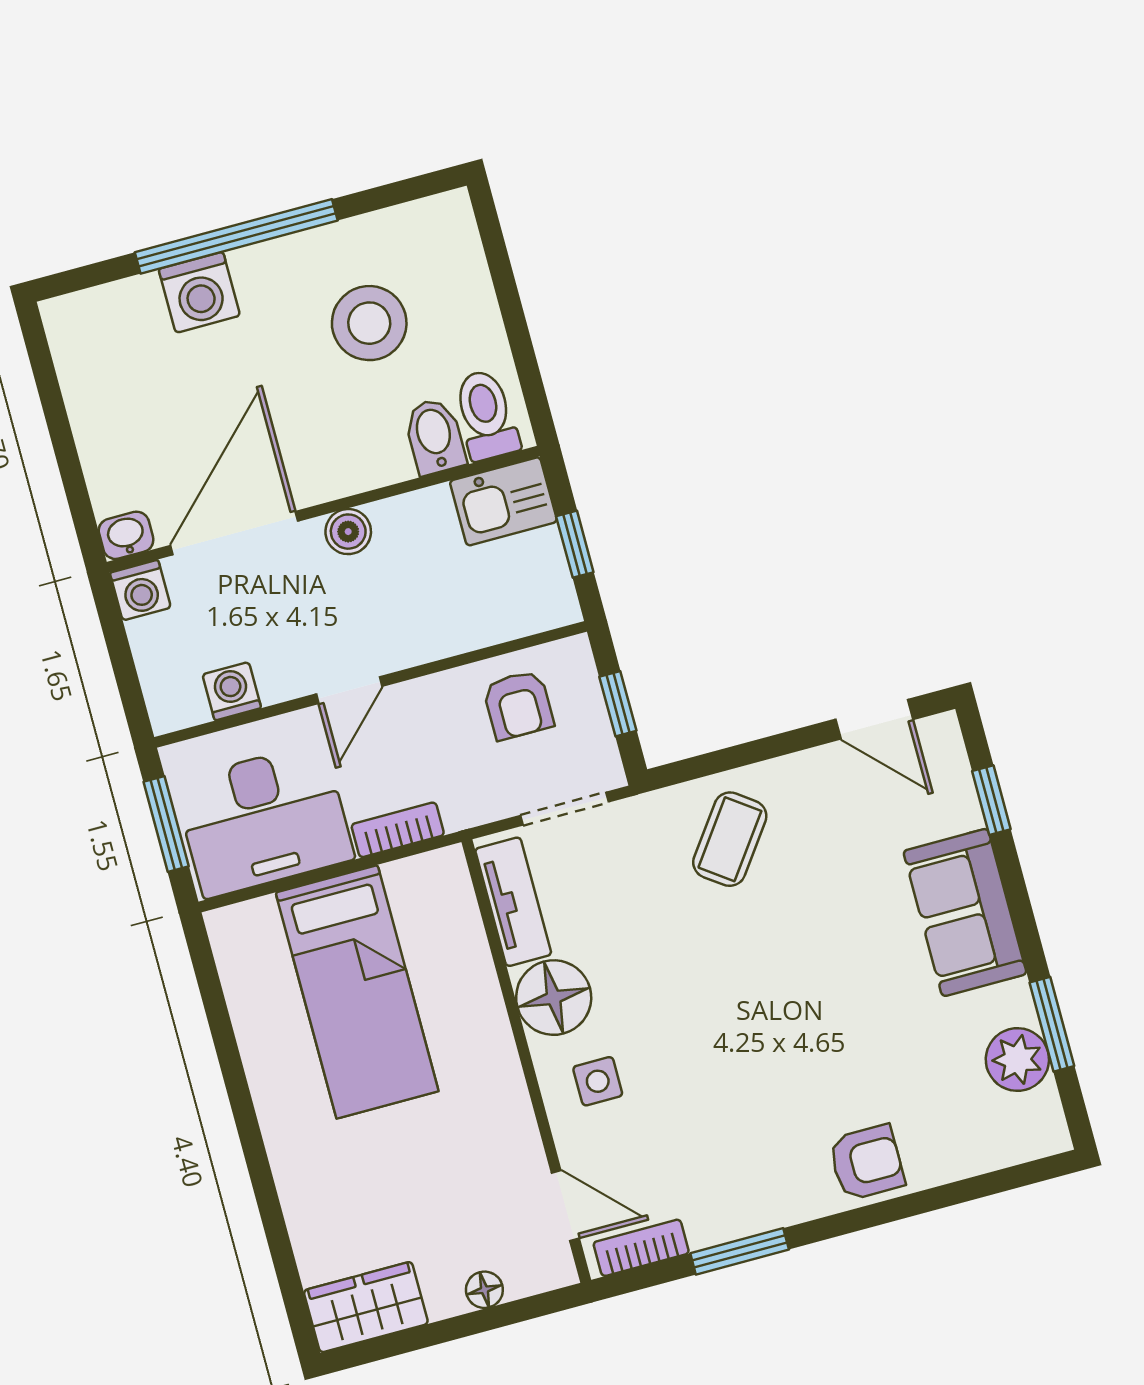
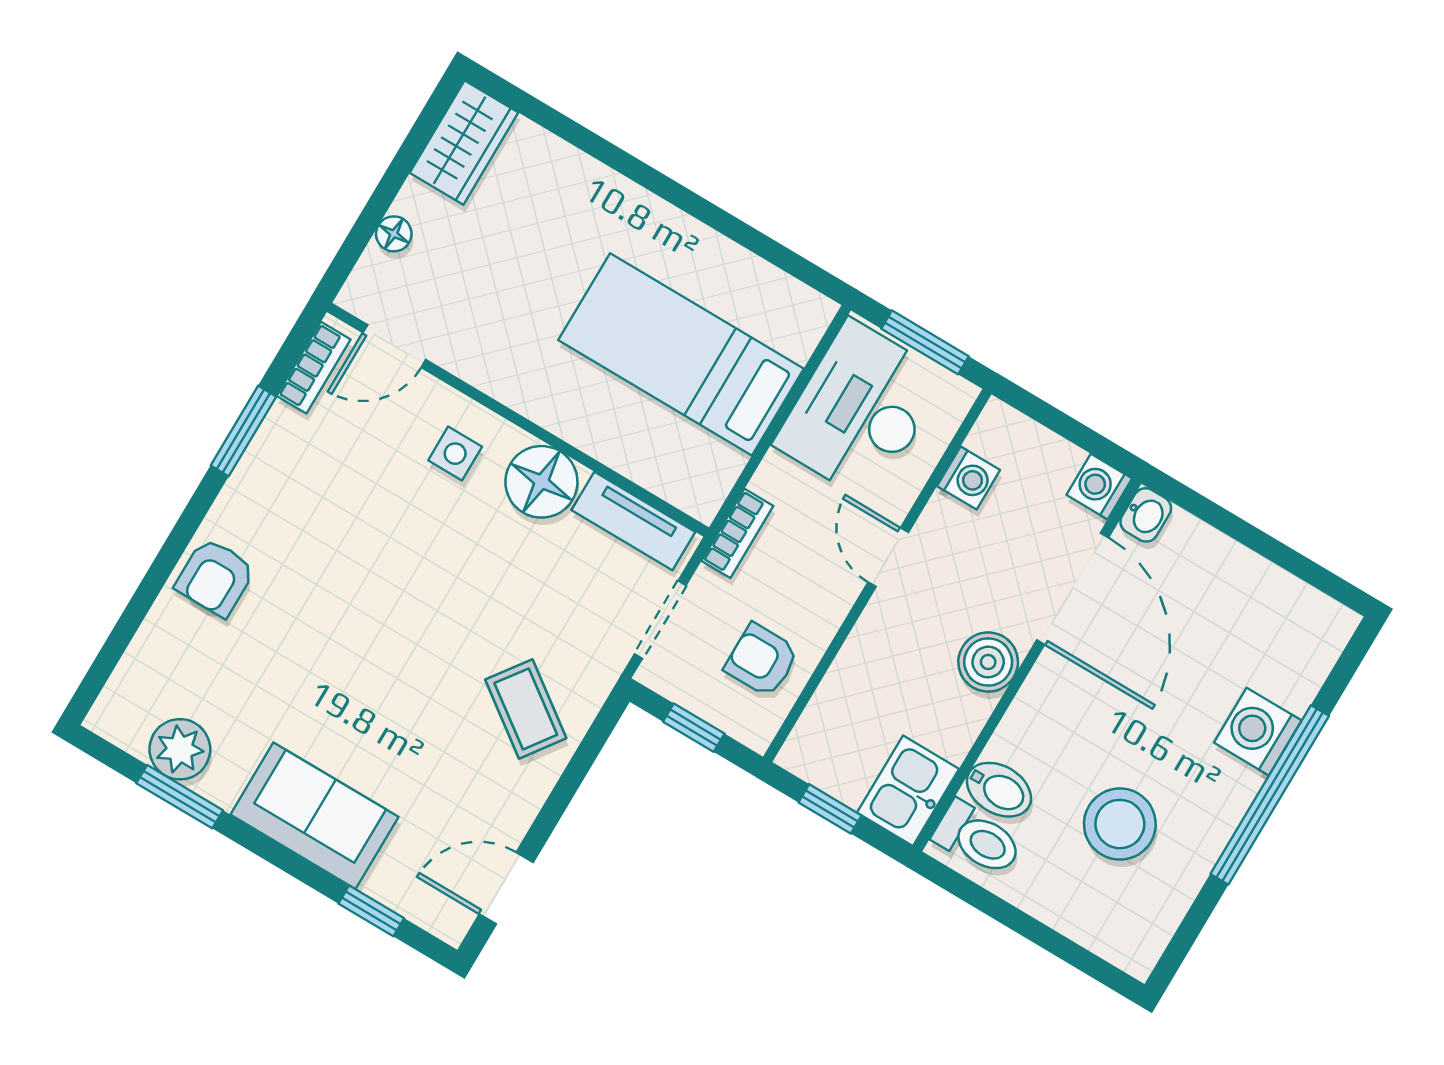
boiler: (348, 532) -> (988, 662), width x1.36, depth x1.36
bookcase: (398, 830) -> (737, 533), moved

